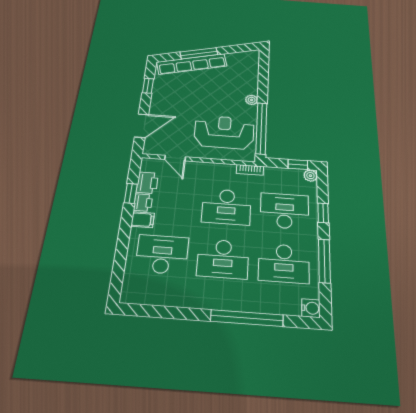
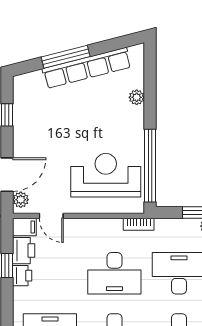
row of seats: (192, 64) -> (87, 68), moved
plant: (252, 100) -> (137, 97), moved
plant: (150, 144) -> (21, 200), added
filing cabinet: (143, 220) -> (24, 227), moved

